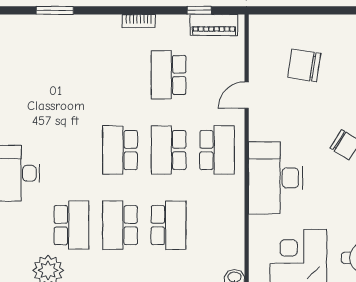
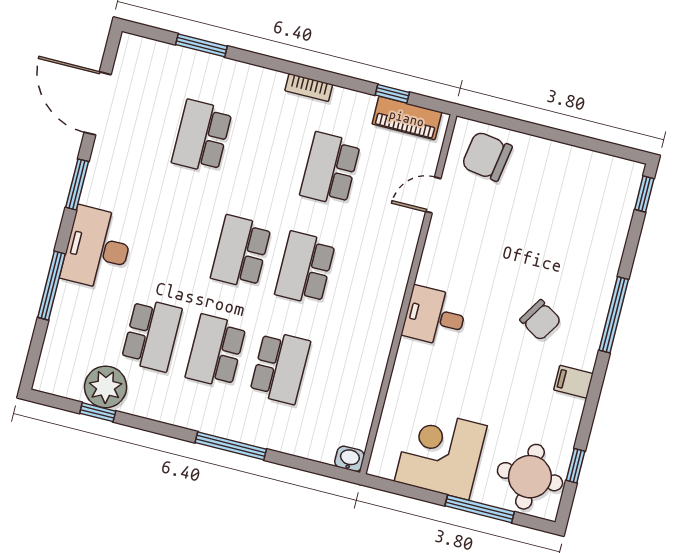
chair: (304, 65) -> (487, 156), moved
door: (247, 95) -> (433, 195), moved
school desk: (217, 150) -> (202, 136), moved, turned 180
desk: (276, 178) -> (435, 316), width x0.53, depth x0.77

